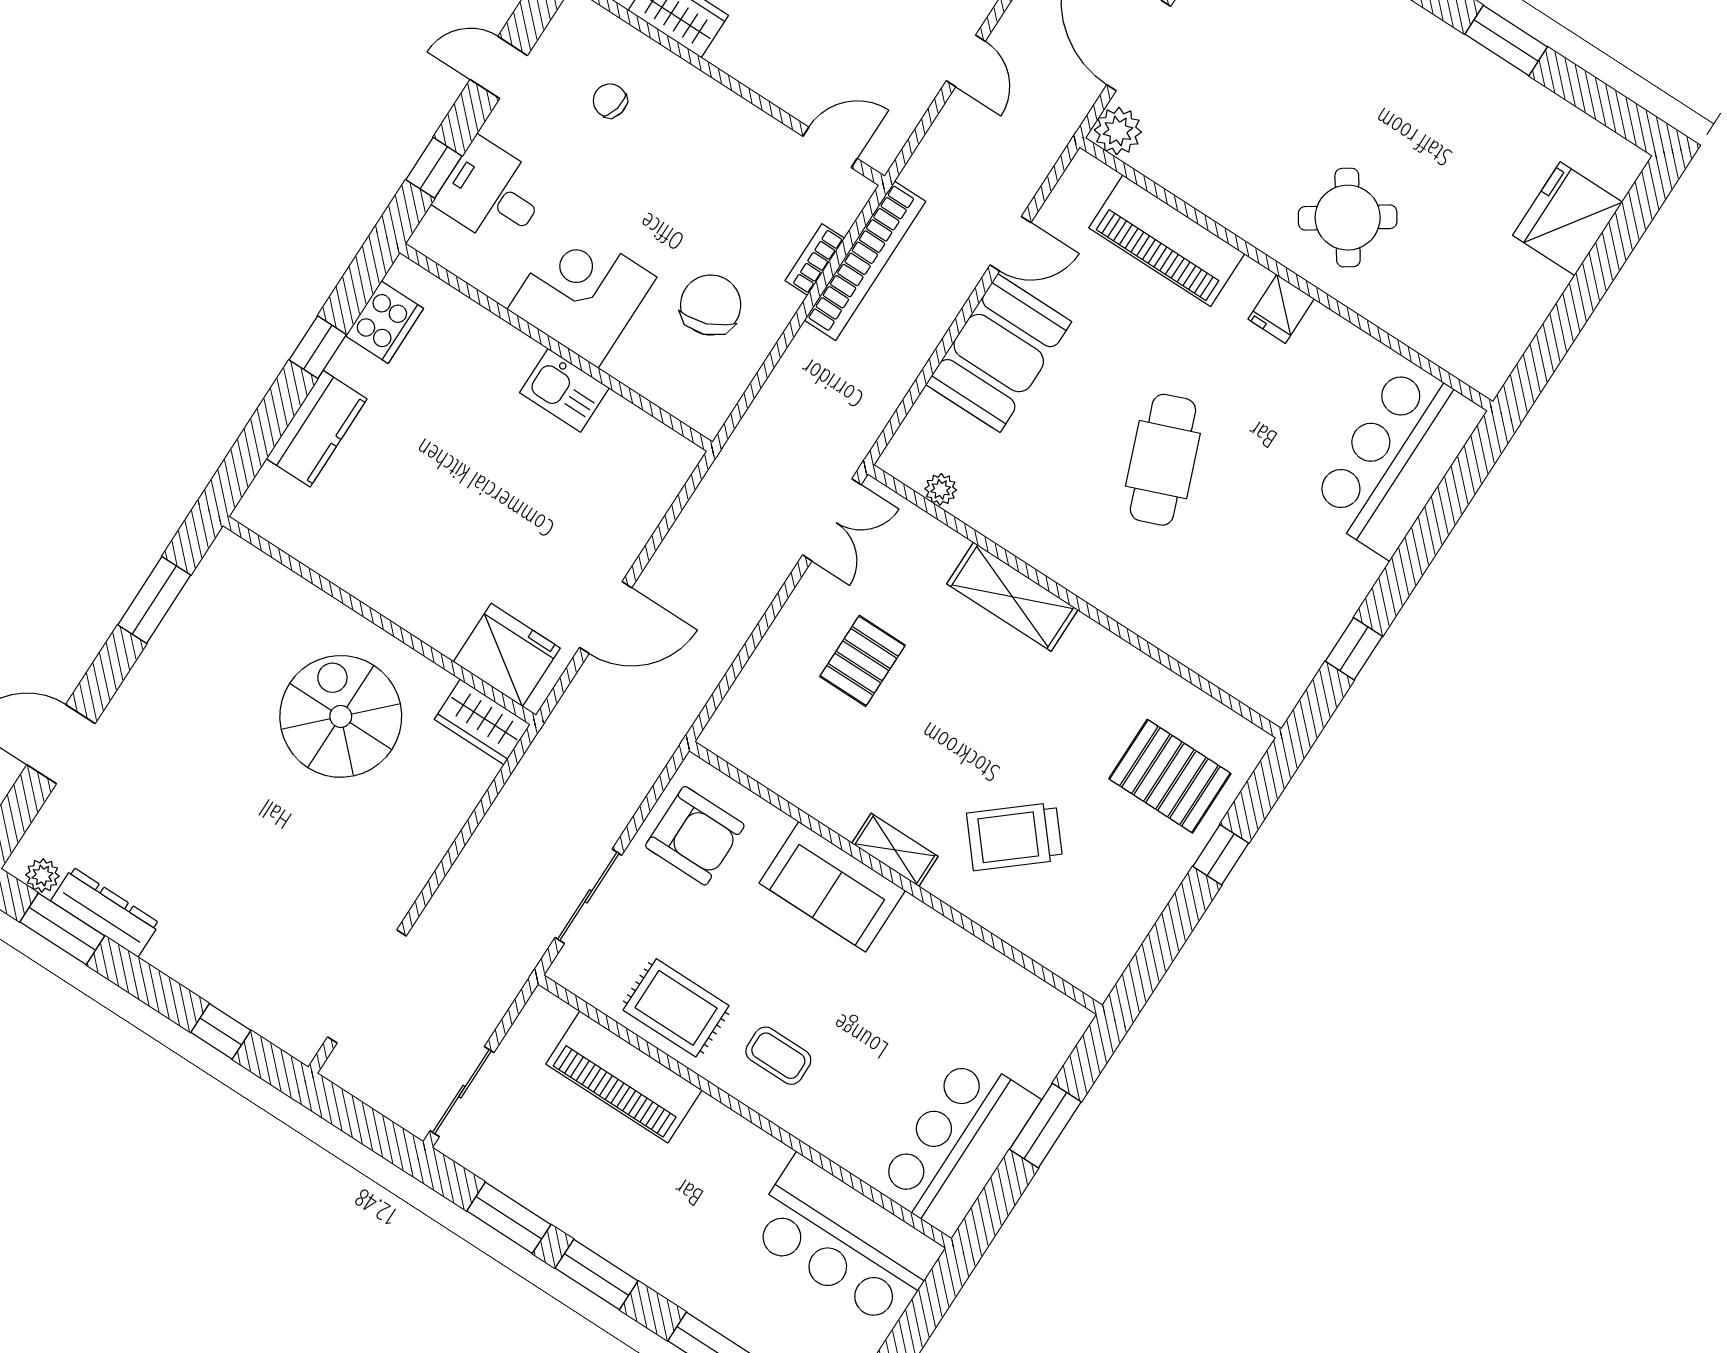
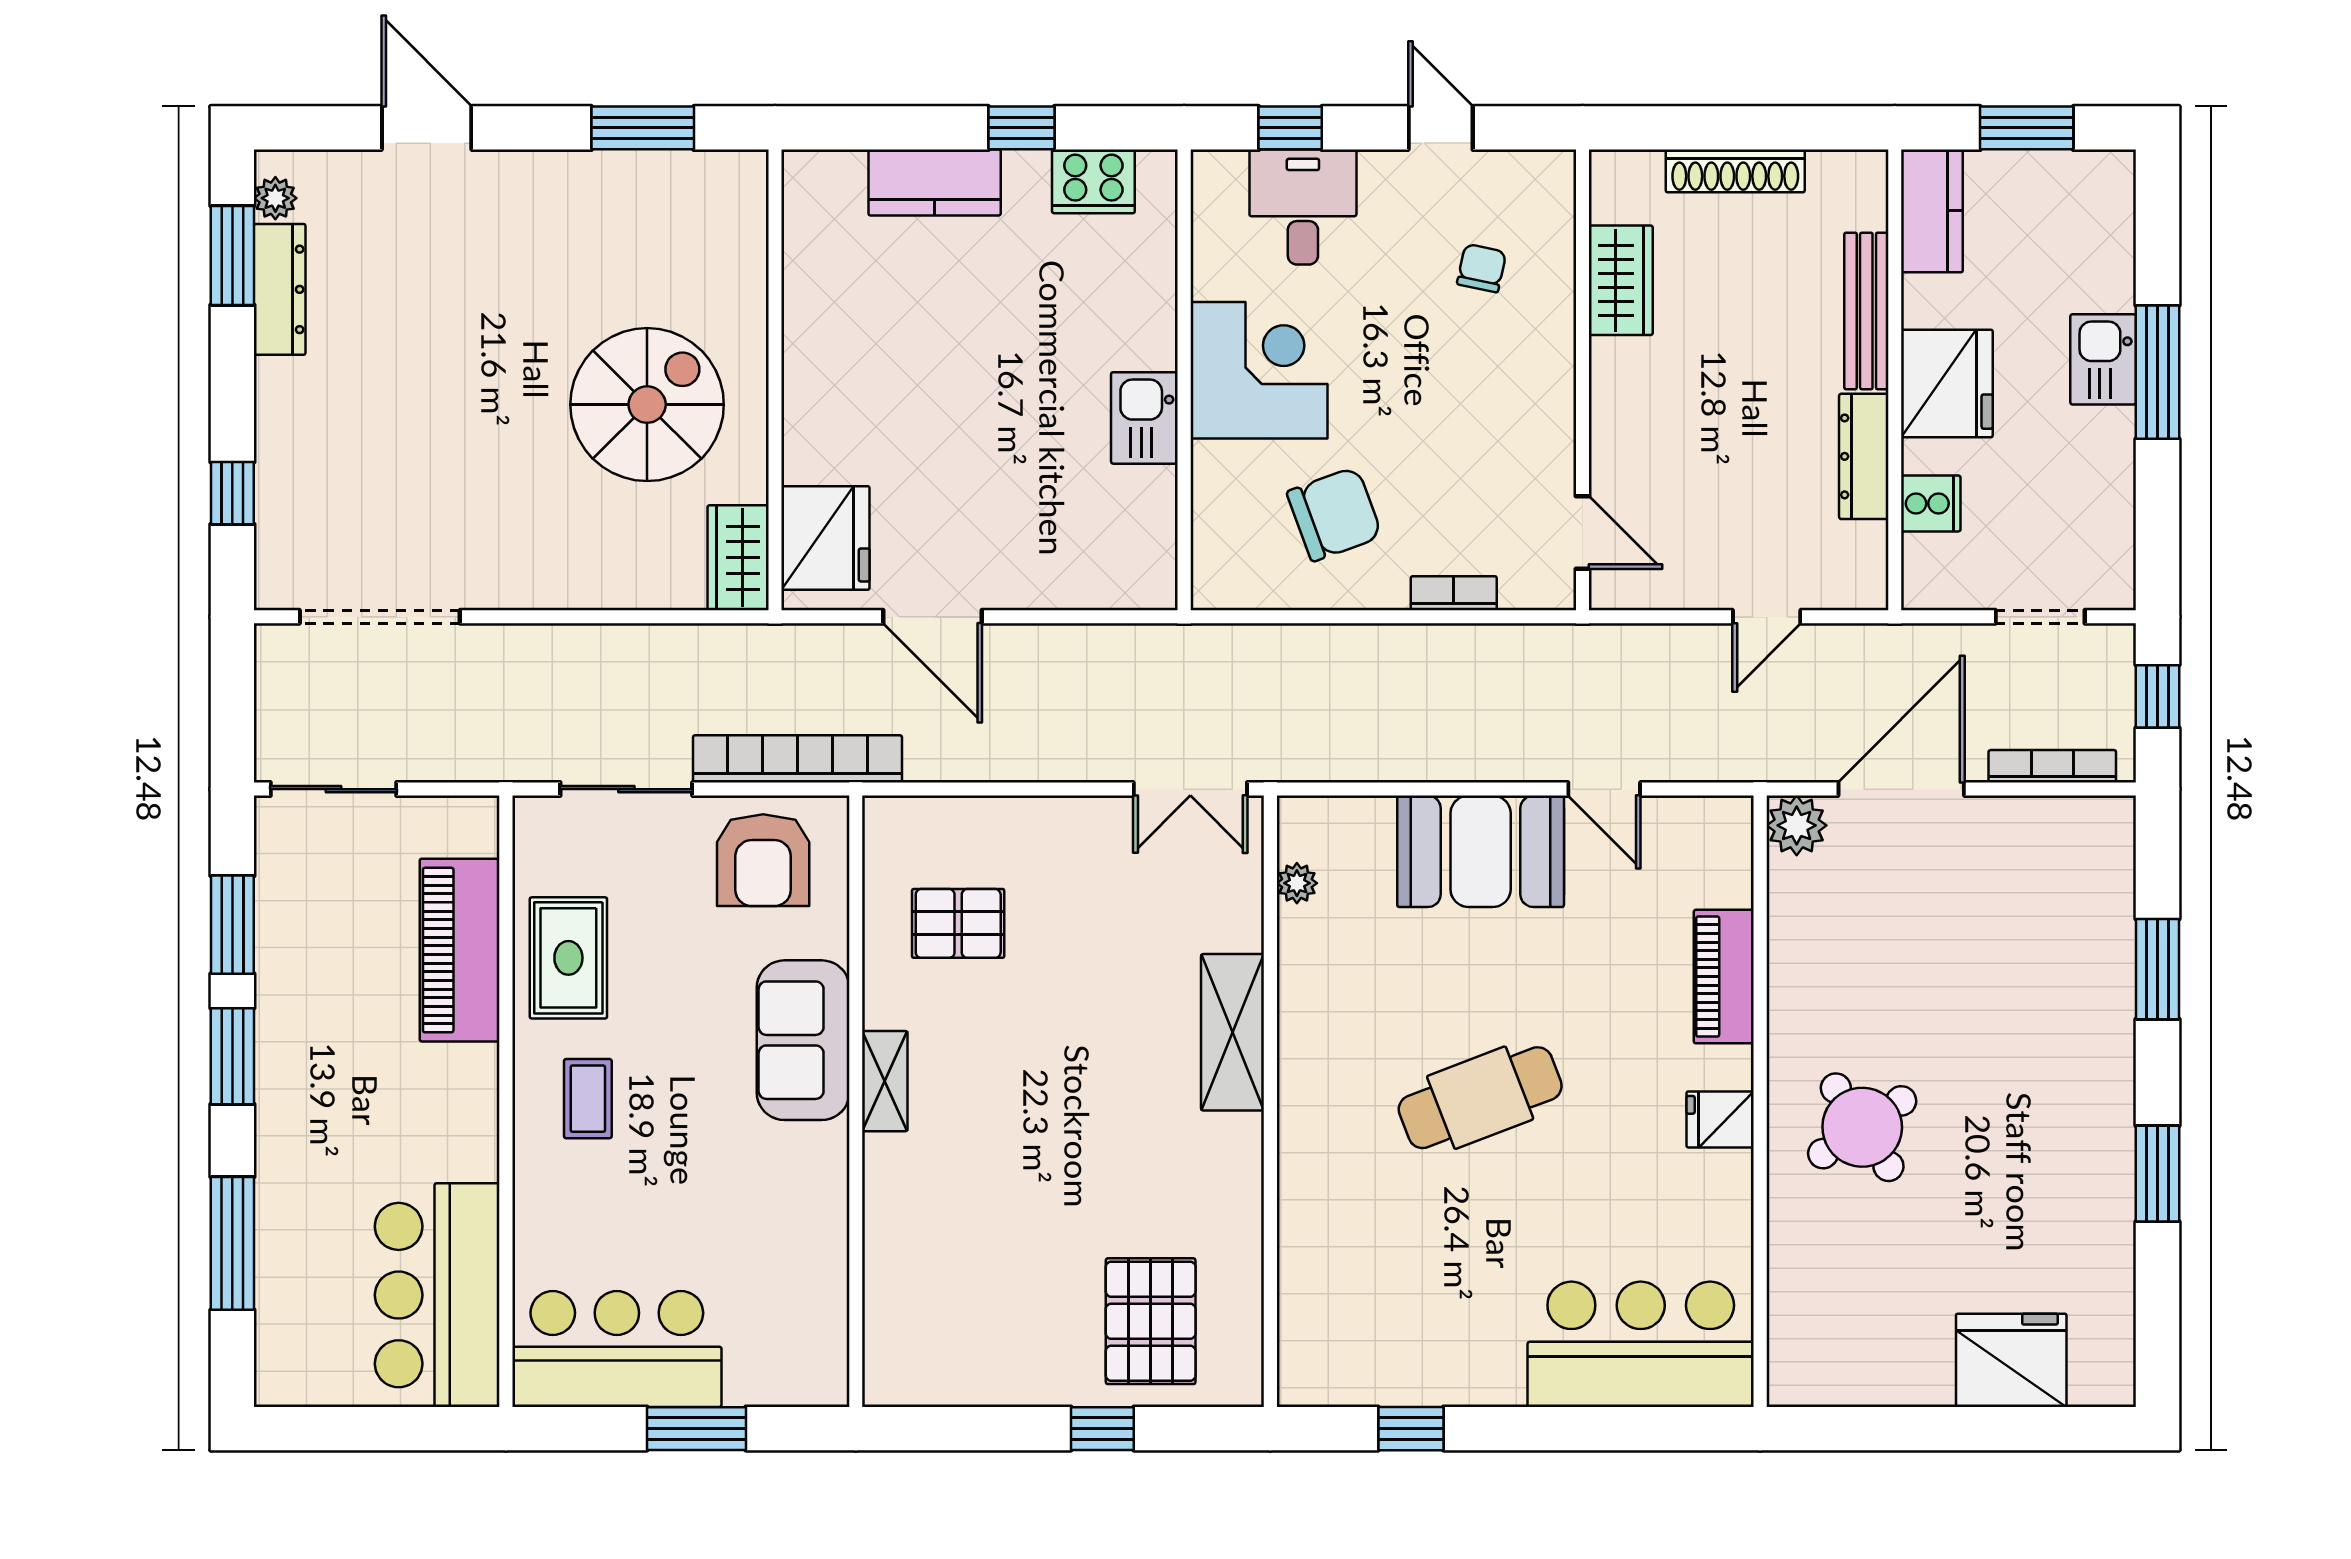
piano: (1167, 241) -> (1724, 977), width x0.73, depth x0.75
bookcase: (865, 261) -> (797, 759), moved, turned 180
pallet: (863, 661) -> (958, 923), moved
trolley: (1015, 836) -> (981, 1198), removed

